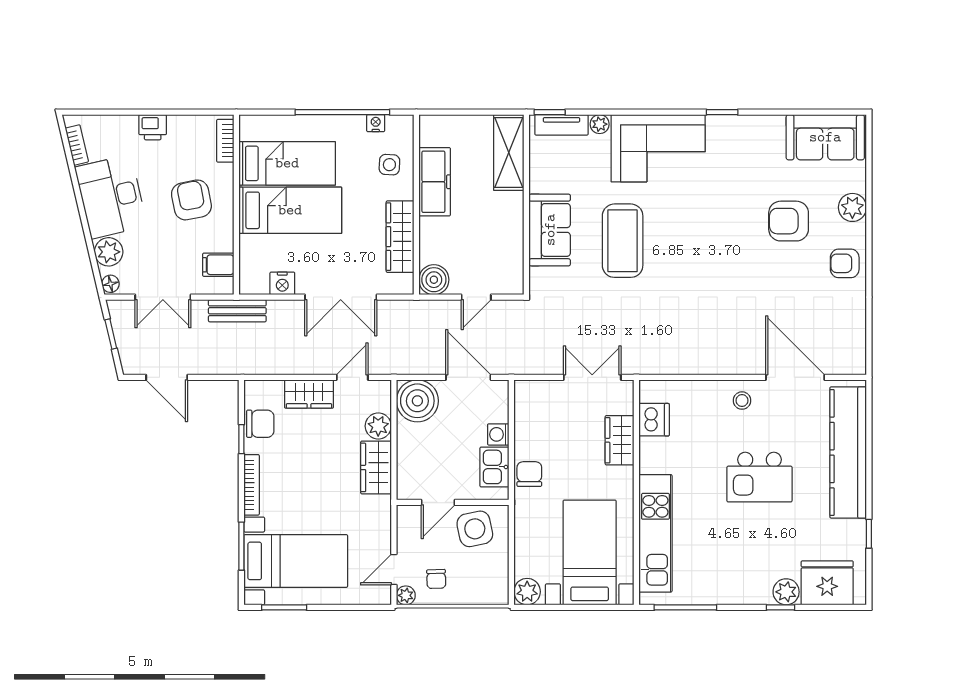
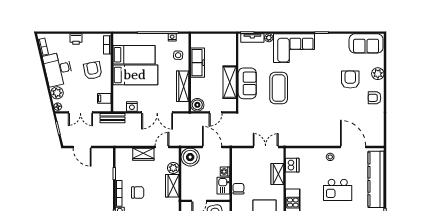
shelving: (509, 153) -> (230, 82), moved
armchair: (789, 221) -> (350, 80), turned 90
chair: (260, 424) -> (138, 192), moved

